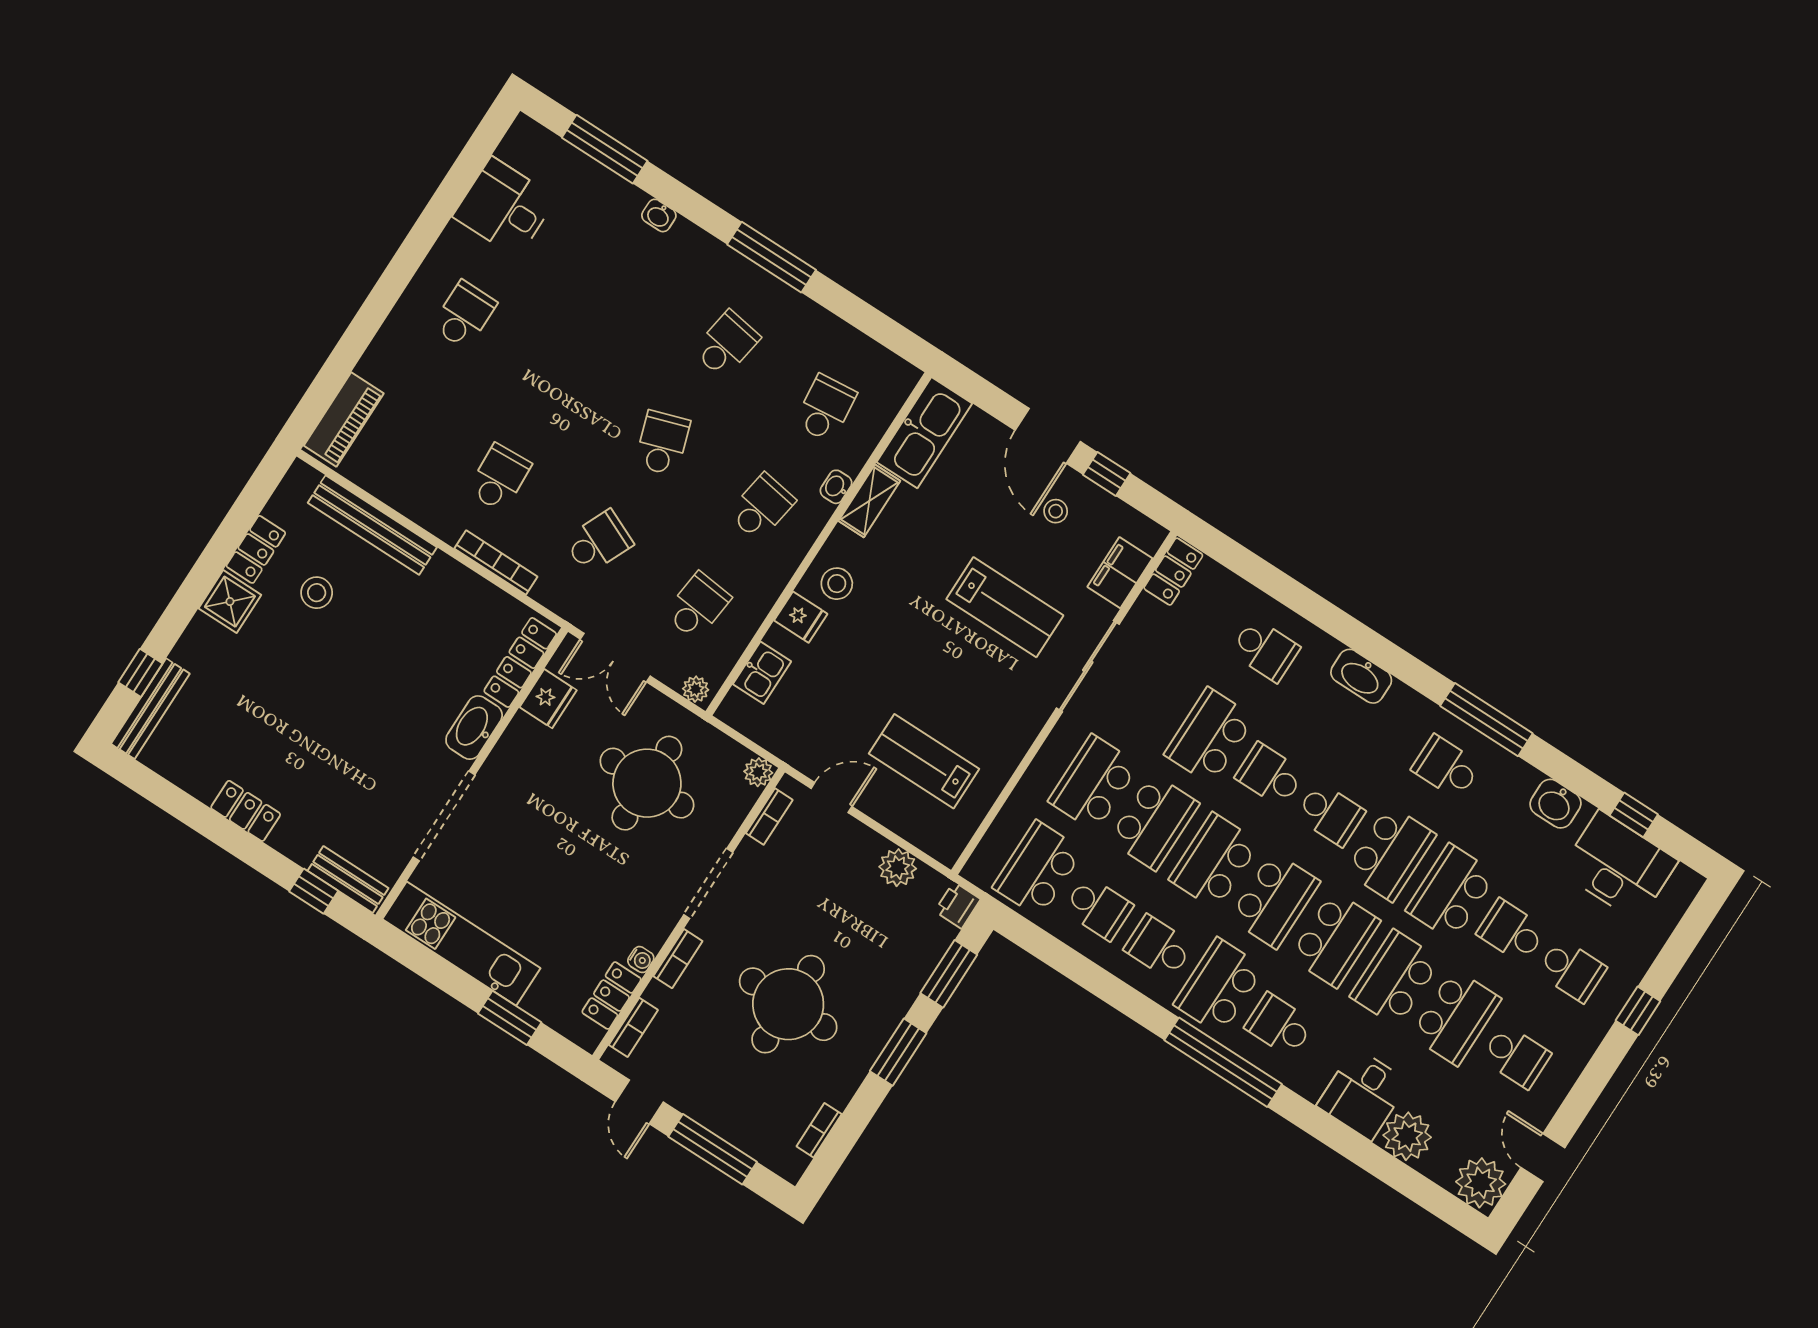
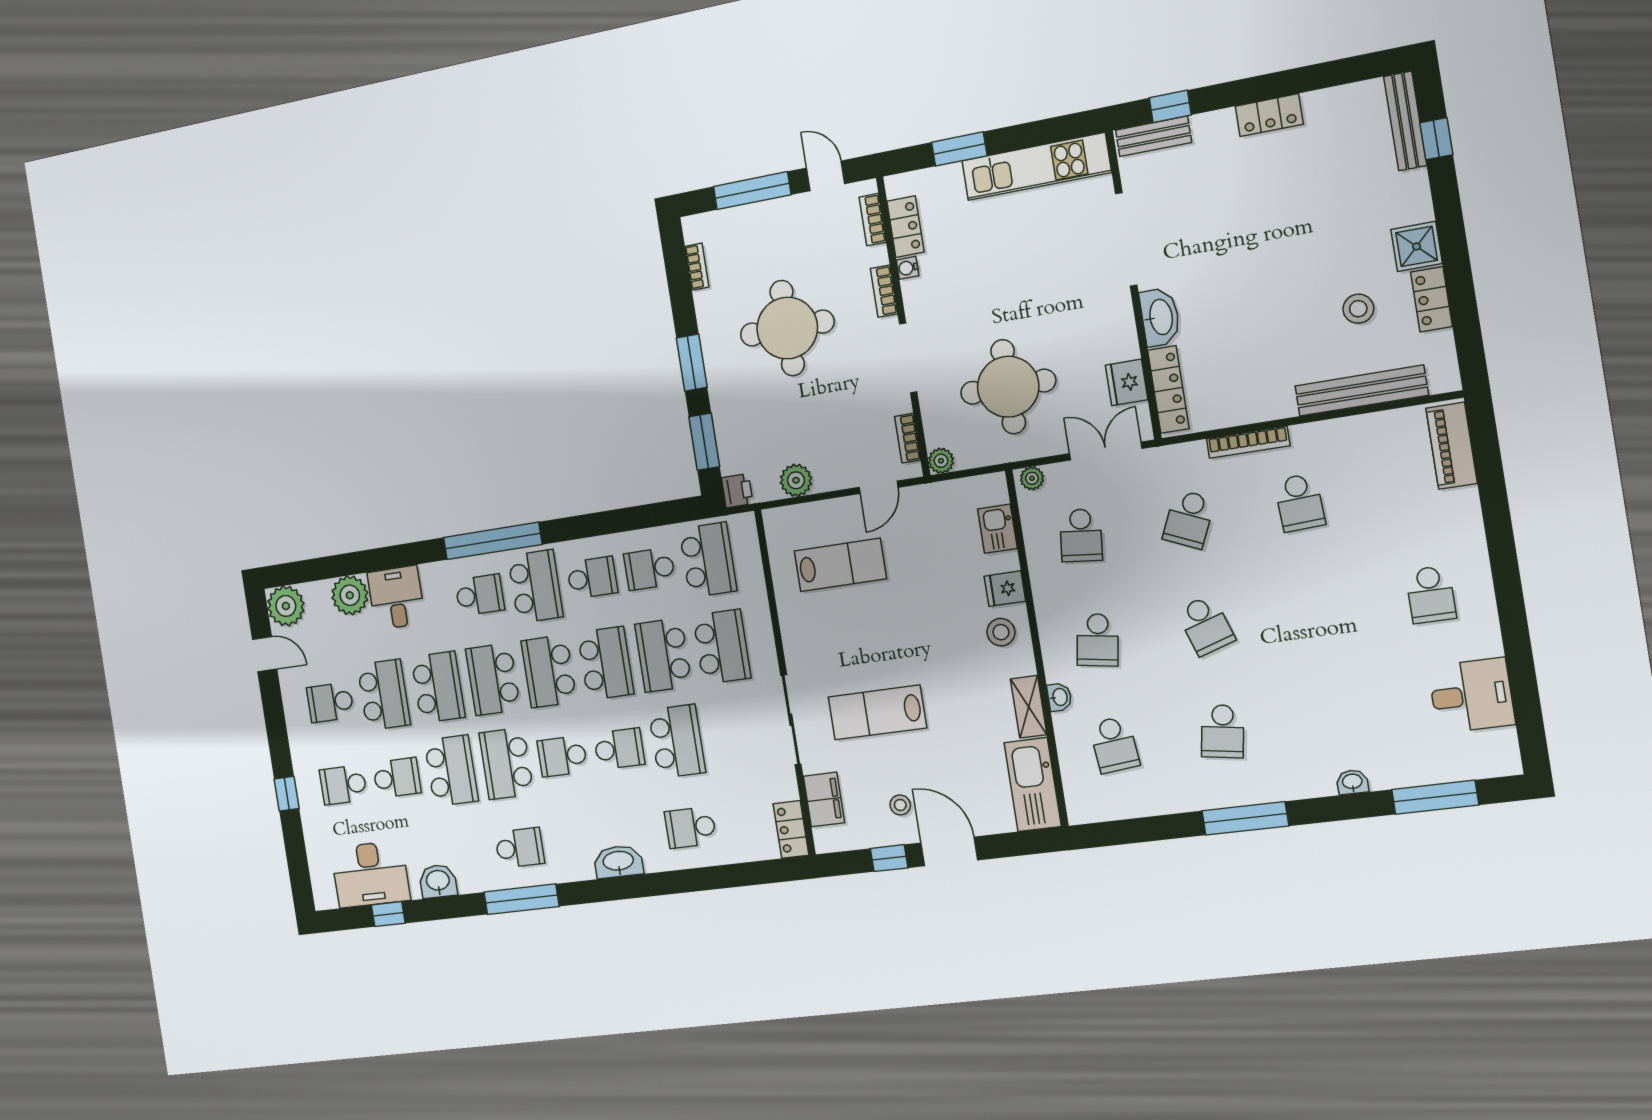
school desk: (1456, 1017) -> (384, 695), turned 180

